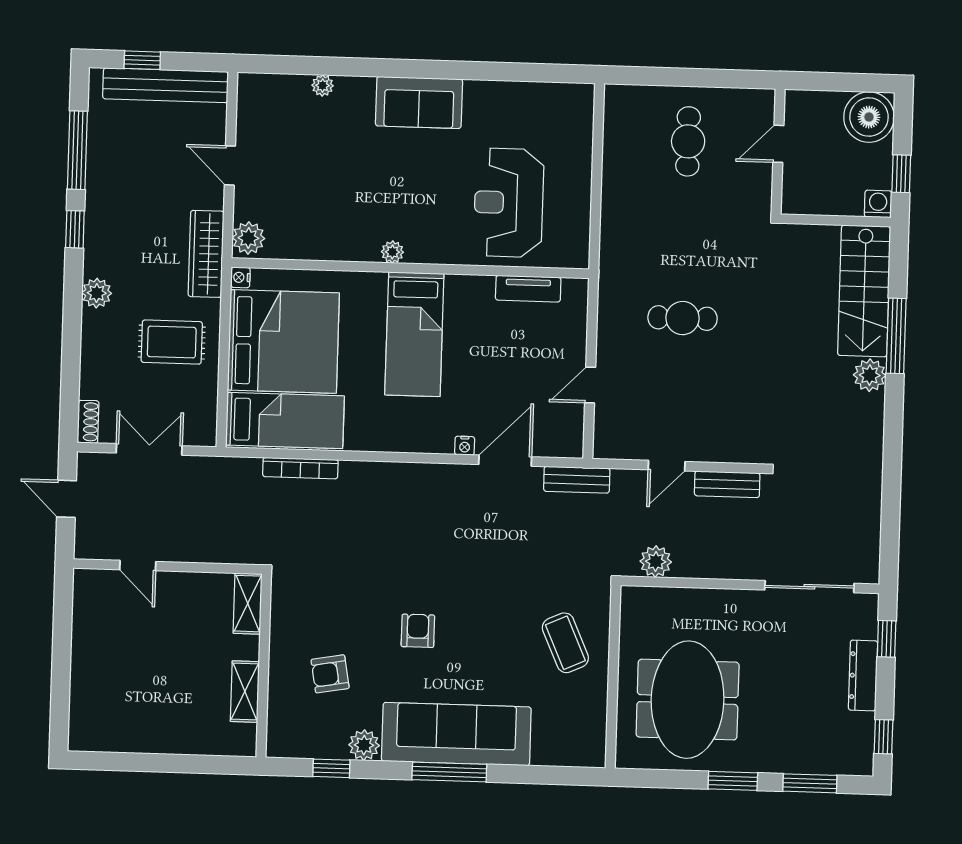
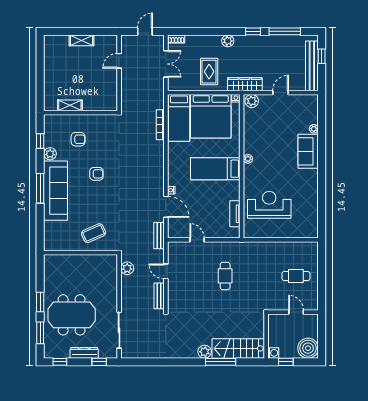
sofa: (419, 102) -> (308, 151), moved
shelving: (248, 604) -> (81, 40), moved
armchair: (330, 674) -> (78, 139), turned 100
meeting table: (688, 700) -> (72, 315), moved

